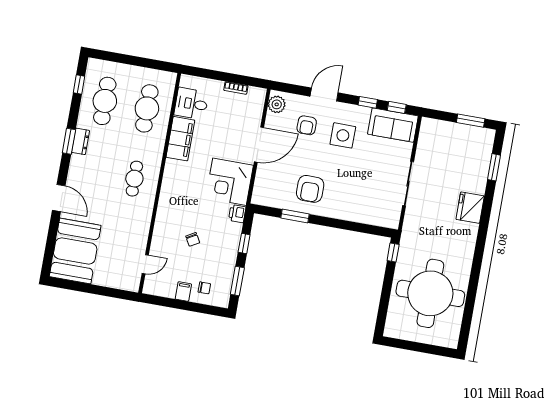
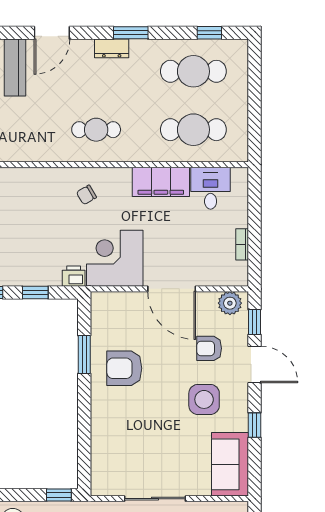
window: (397, 107) -> (255, 322), moved
dresser: (81, 141) -> (112, 48), moved
chair: (193, 239) -> (86, 195), moved

